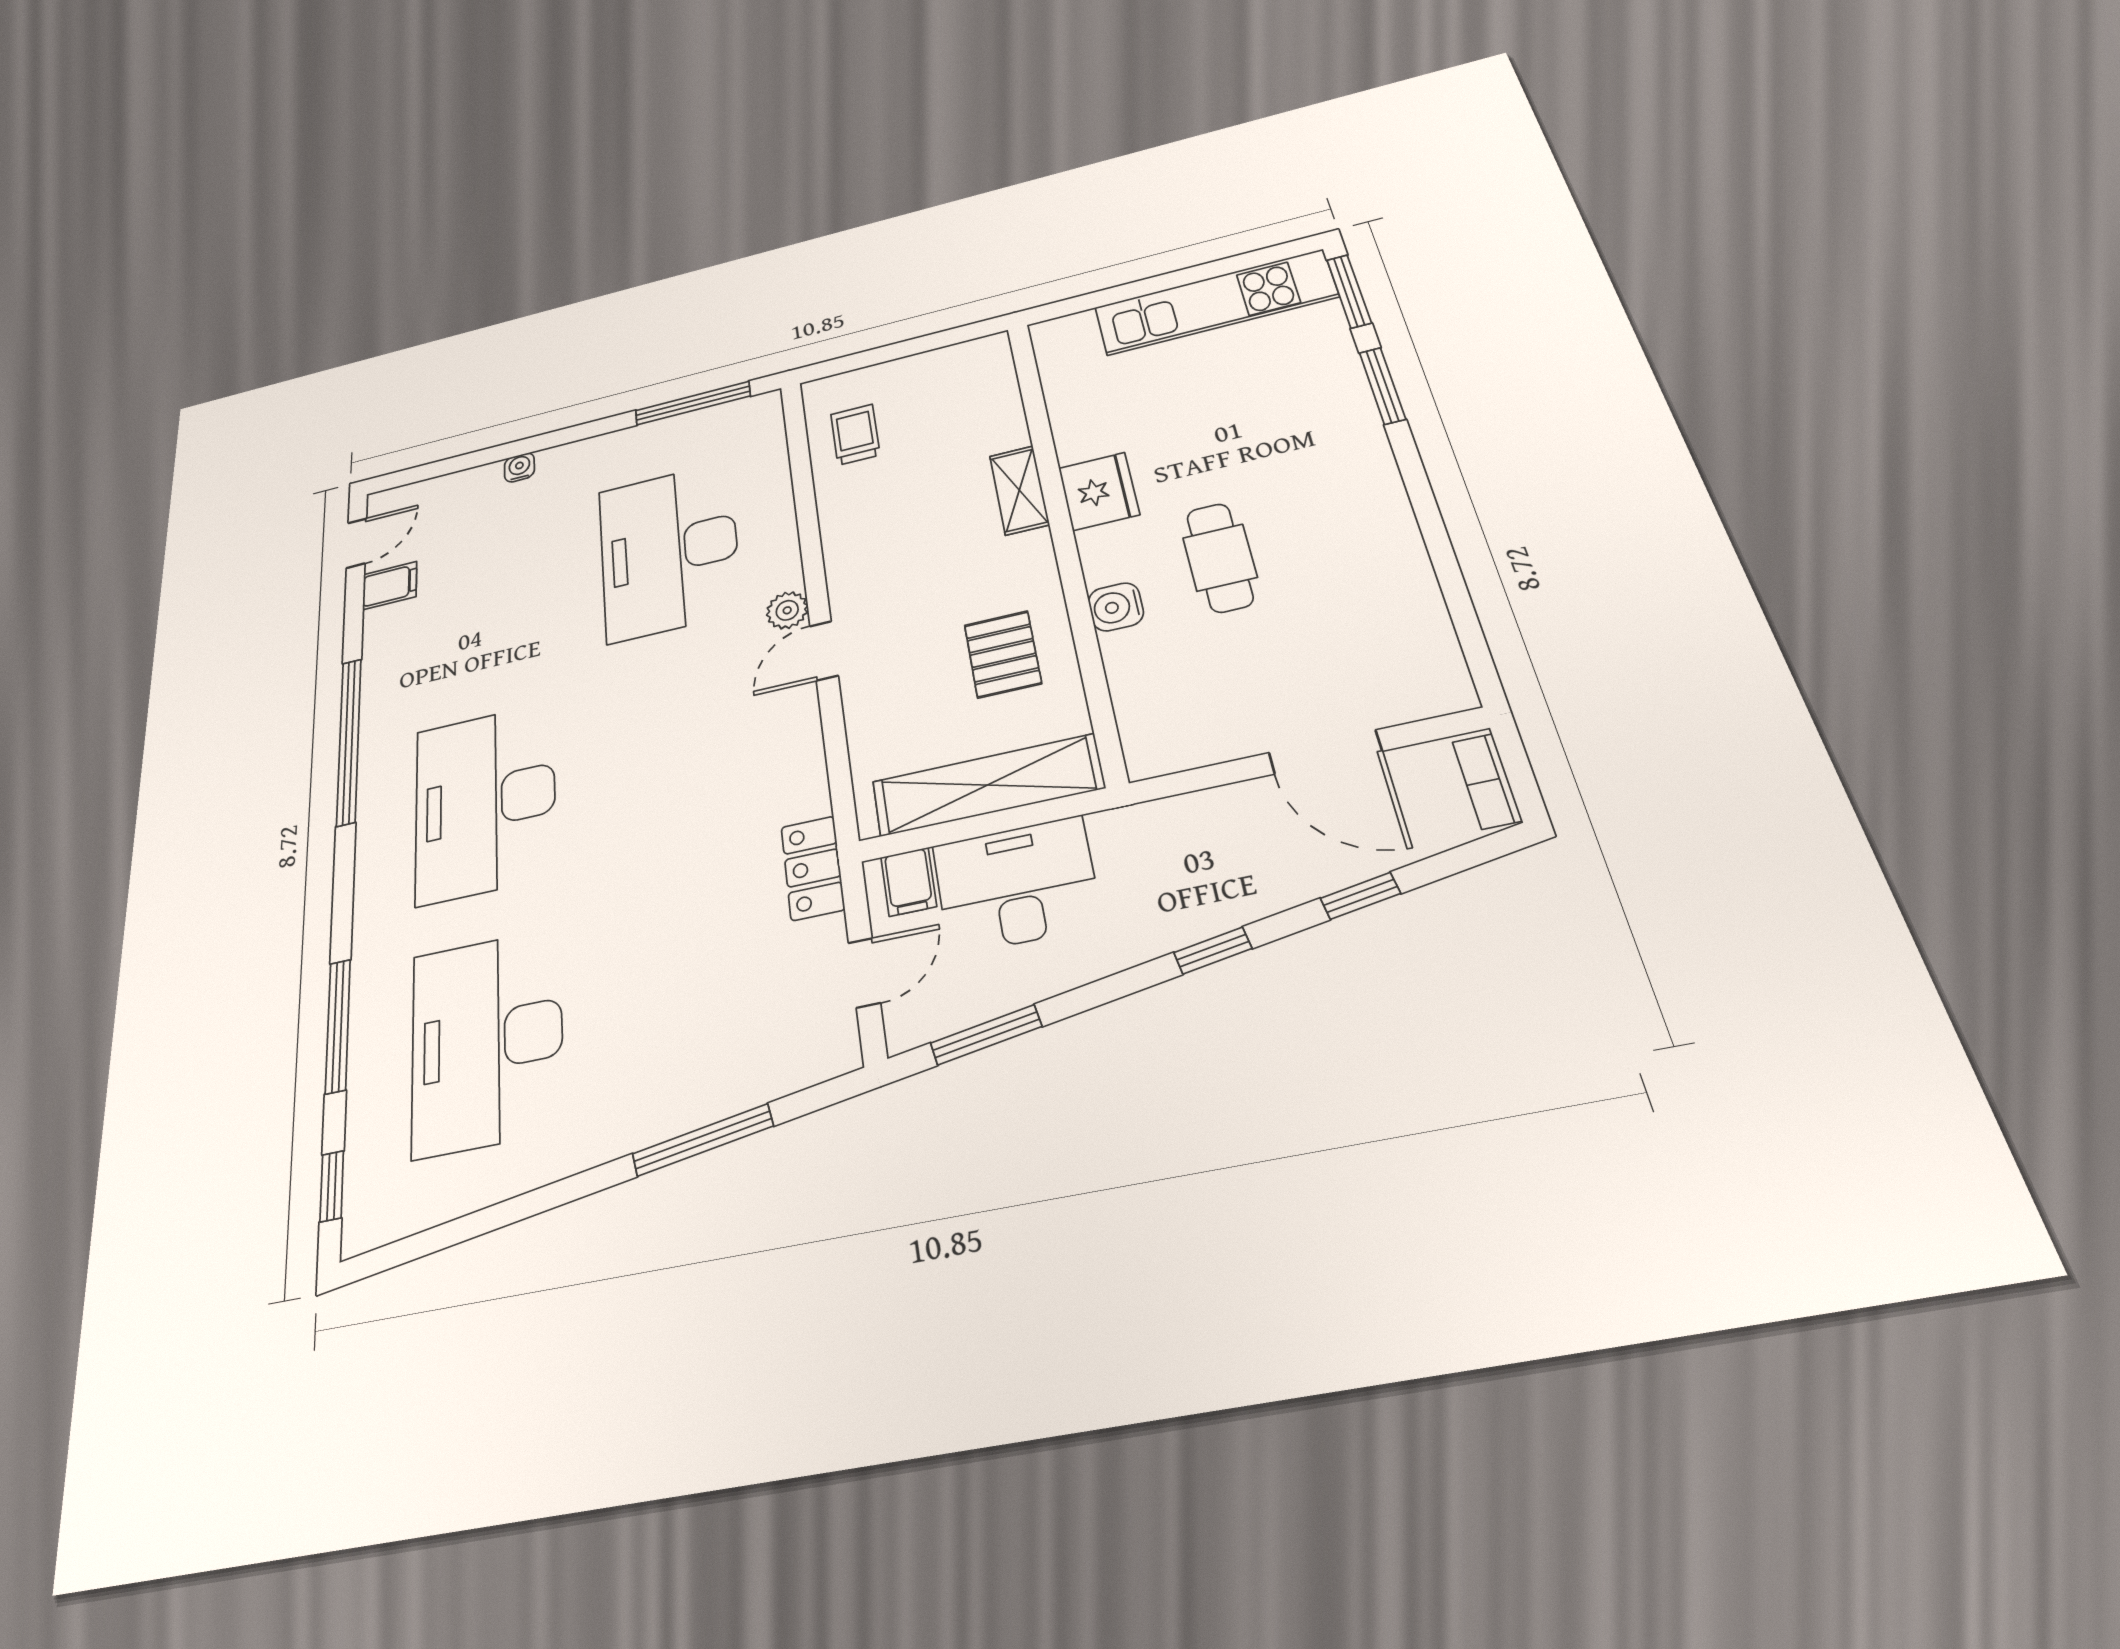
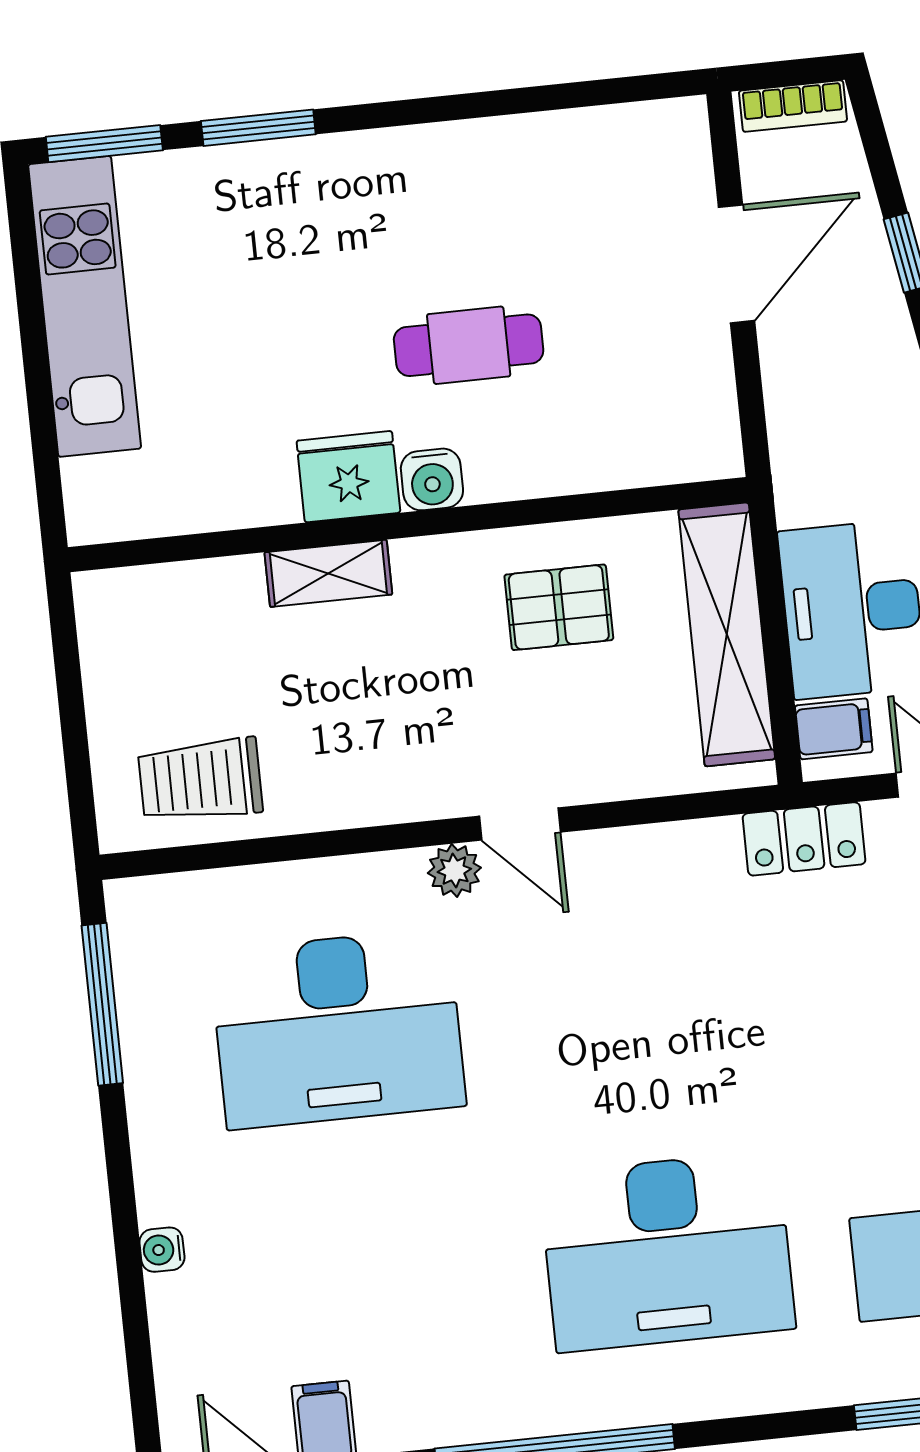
trolley: (855, 435) -> (200, 780), width x1.36, depth x1.39
water cooler: (1116, 607) -> (432, 479), moved

